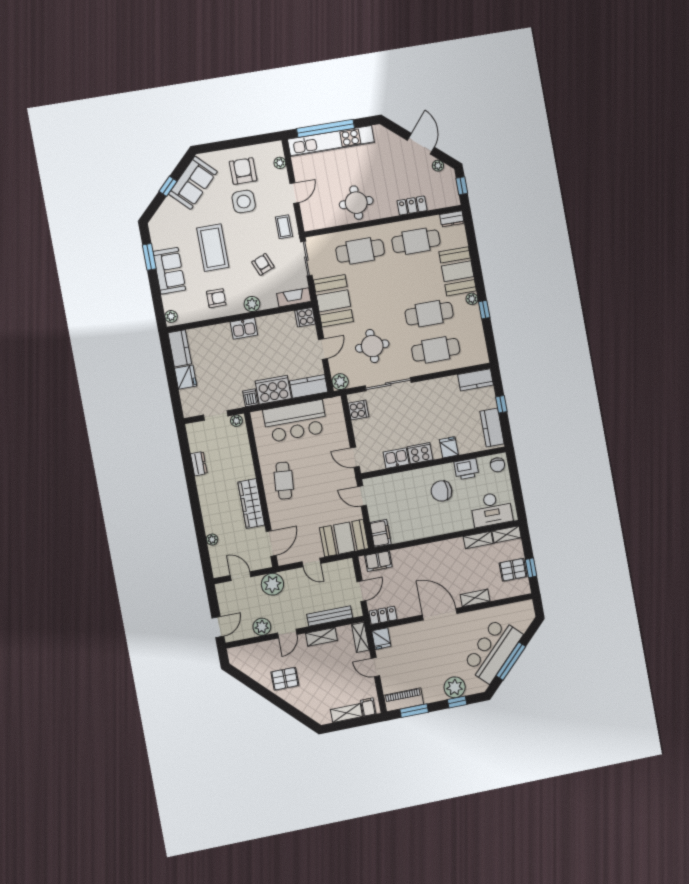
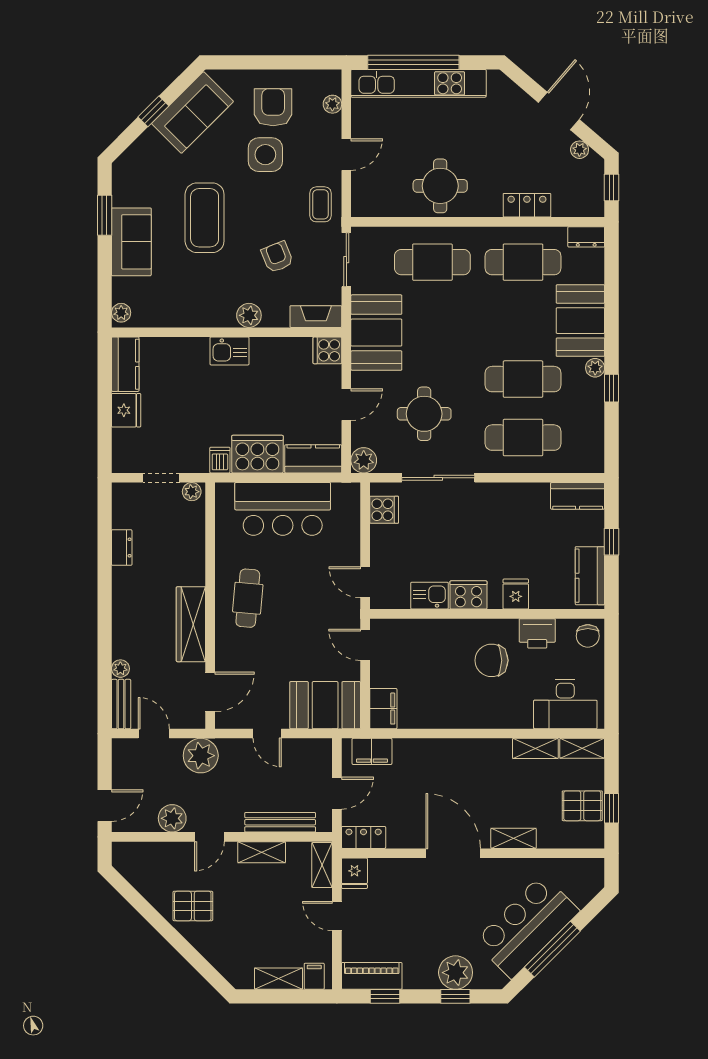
armchair: (216, 298) -> (196, 297), removed
bench: (217, 562) -> (121, 704), added
window: (414, 711) -> (385, 996), width x0.67

